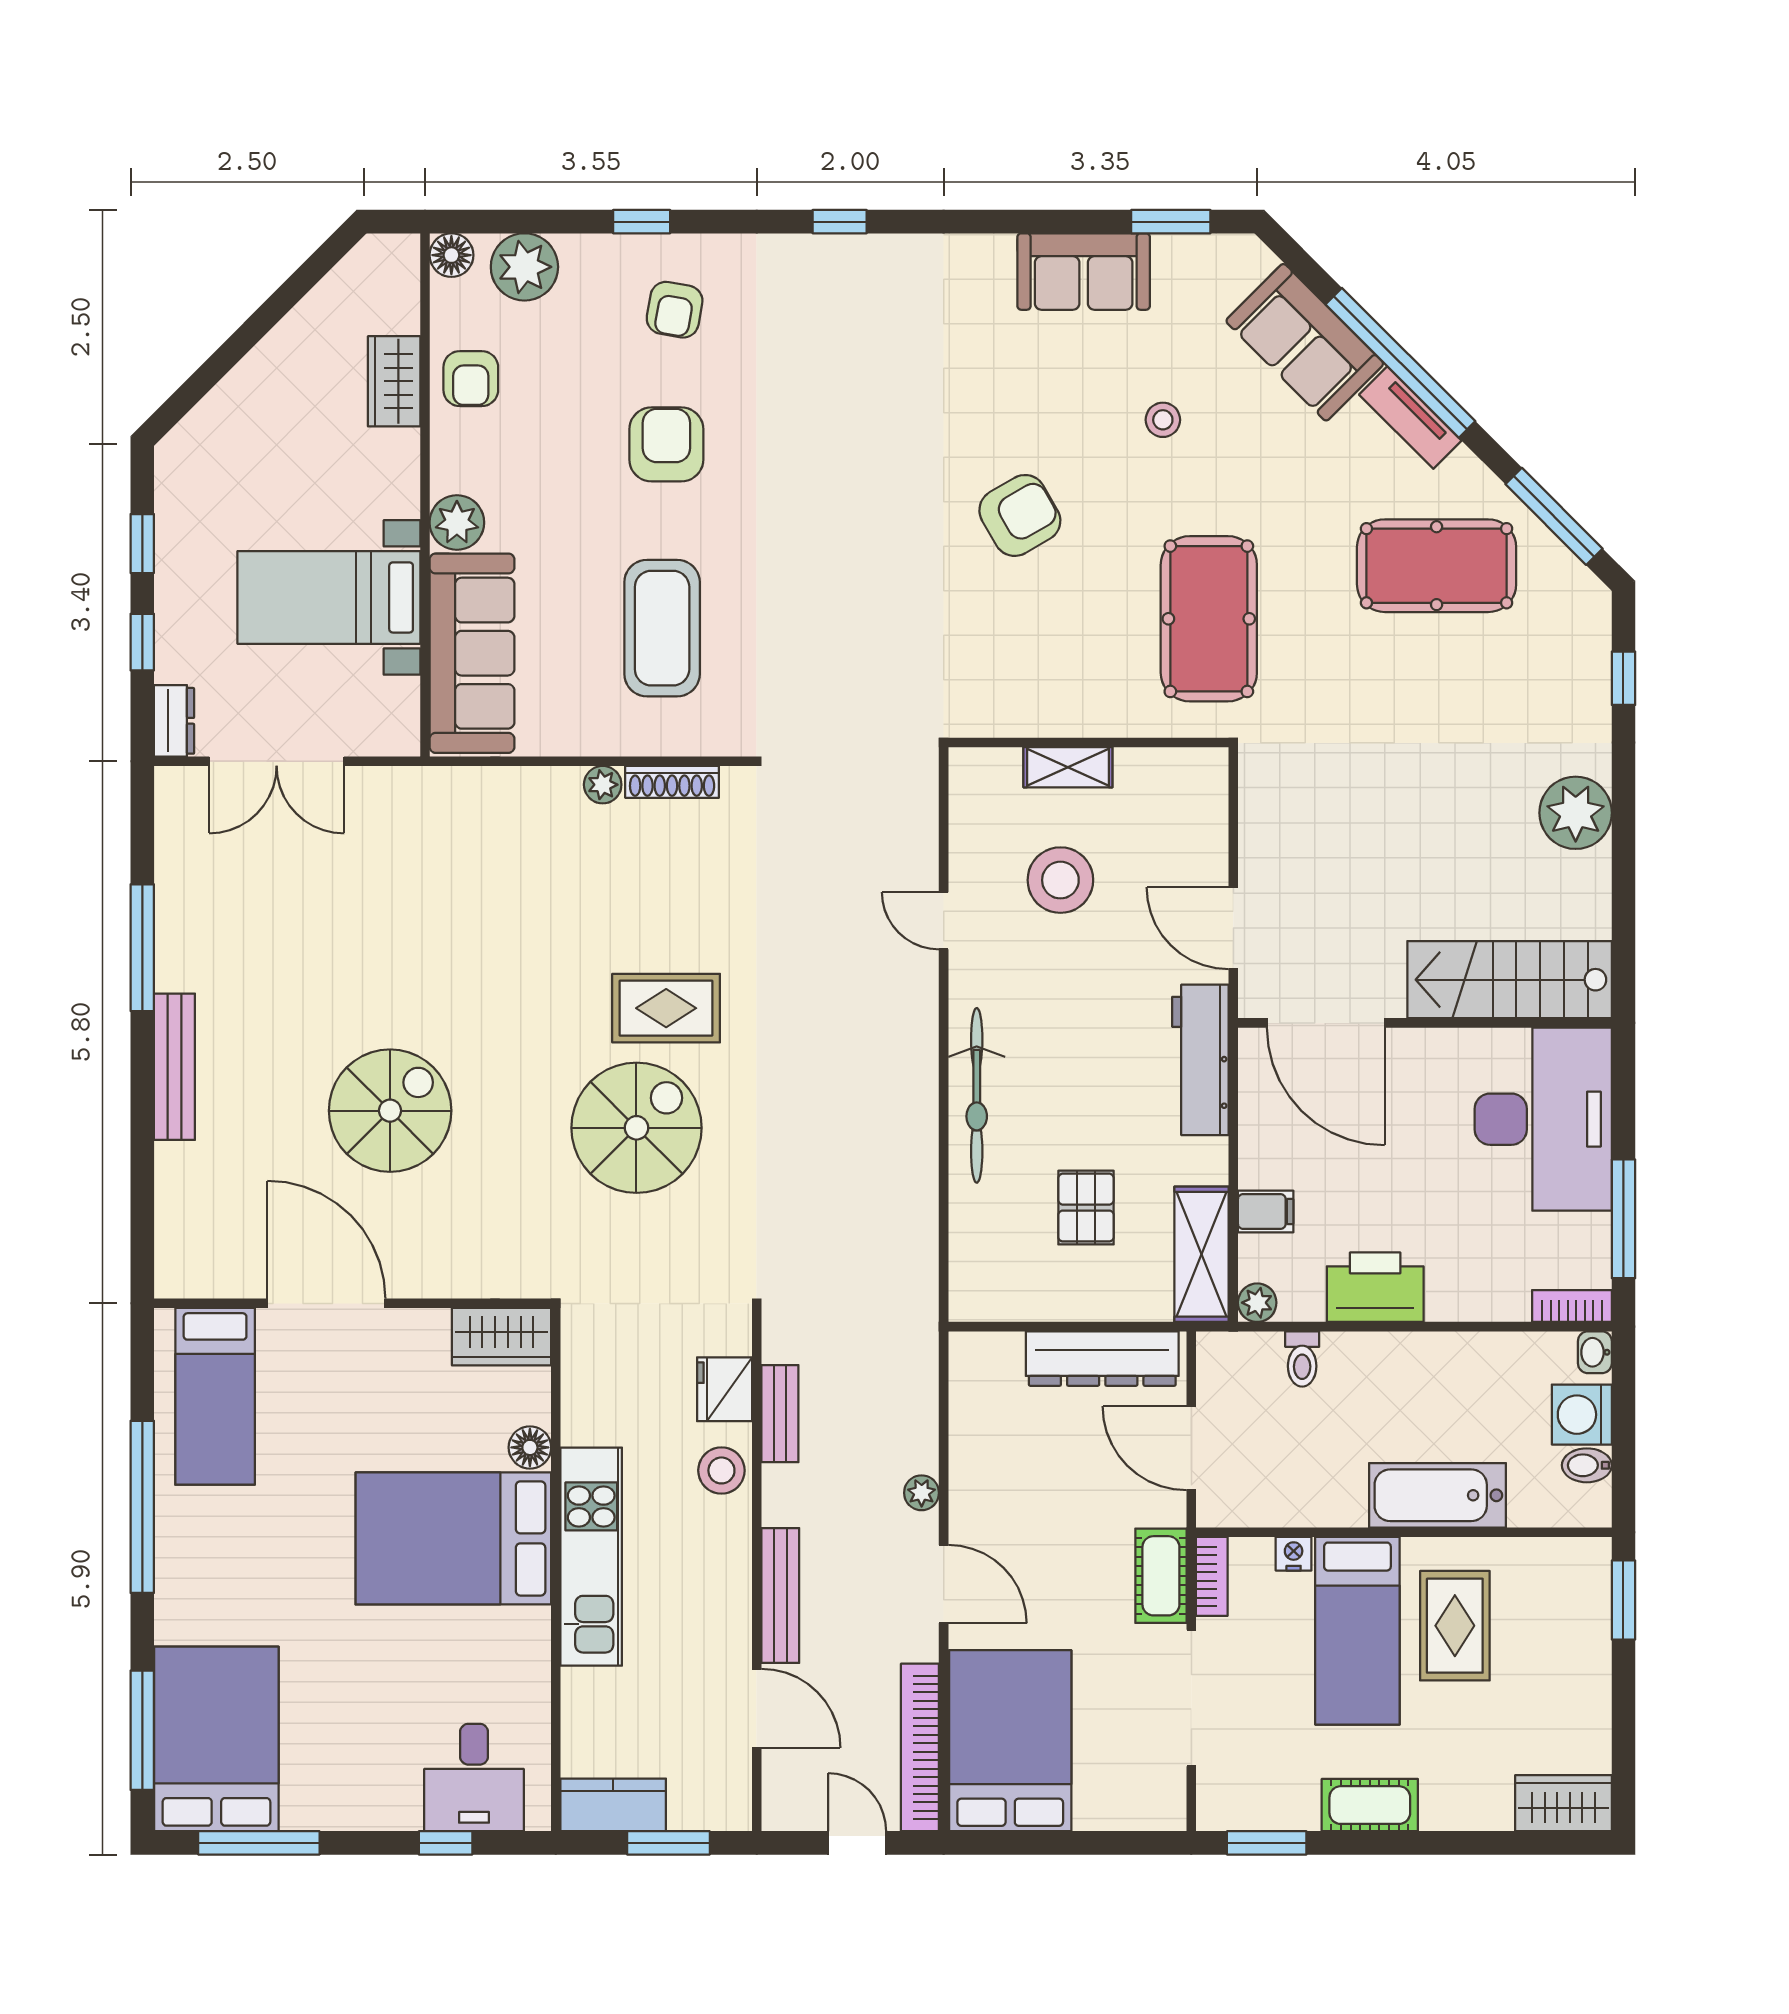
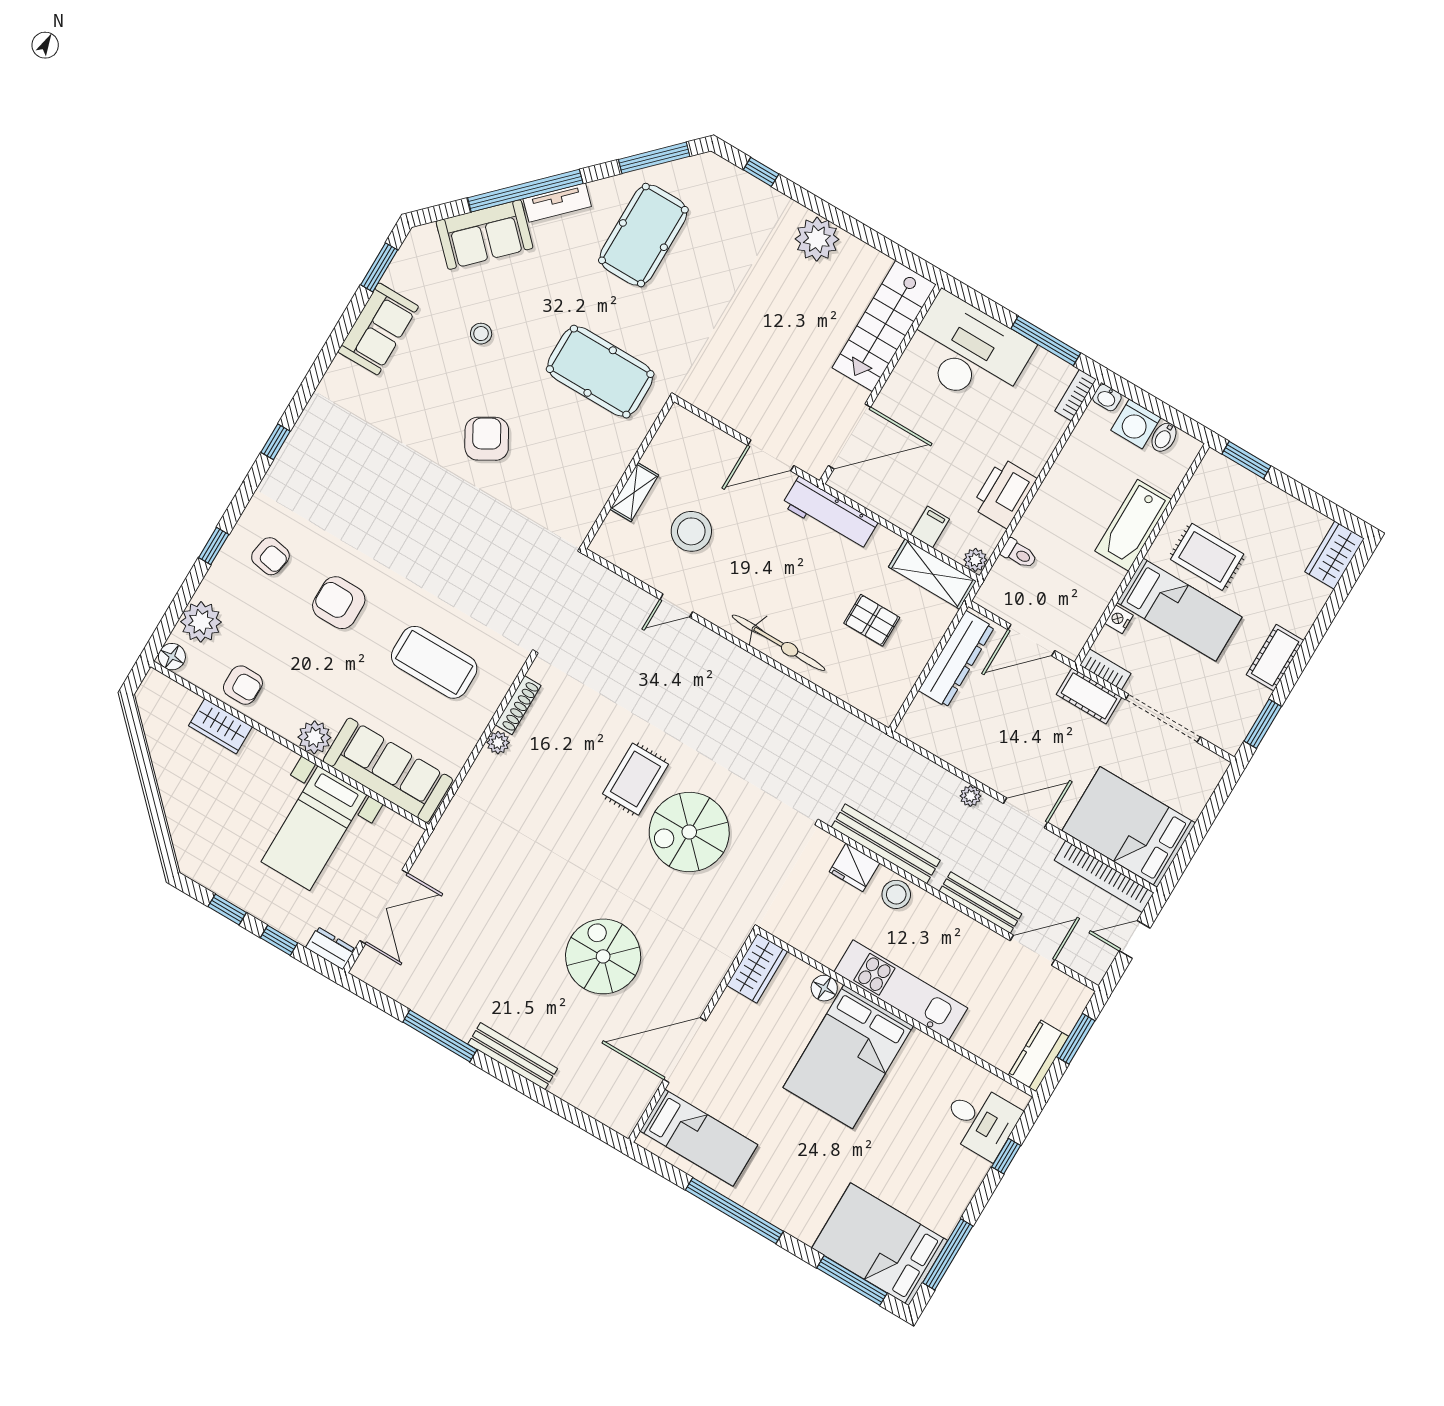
spiral stairs: (636, 1128) -> (689, 832), turned -90
bench: (780, 1414) -> (886, 844), width x1.86, depth x1.21

